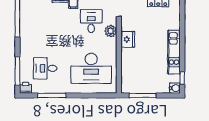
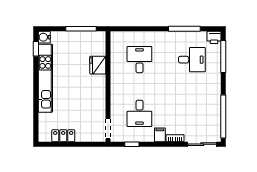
plant: (111, 31) -> (117, 102), removed
fridge: (128, 39) -> (98, 65), moved
kitchen unit: (174, 52) -> (45, 78), width x1.36
desk: (91, 68) -> (139, 60), width x0.53, depth x0.77

